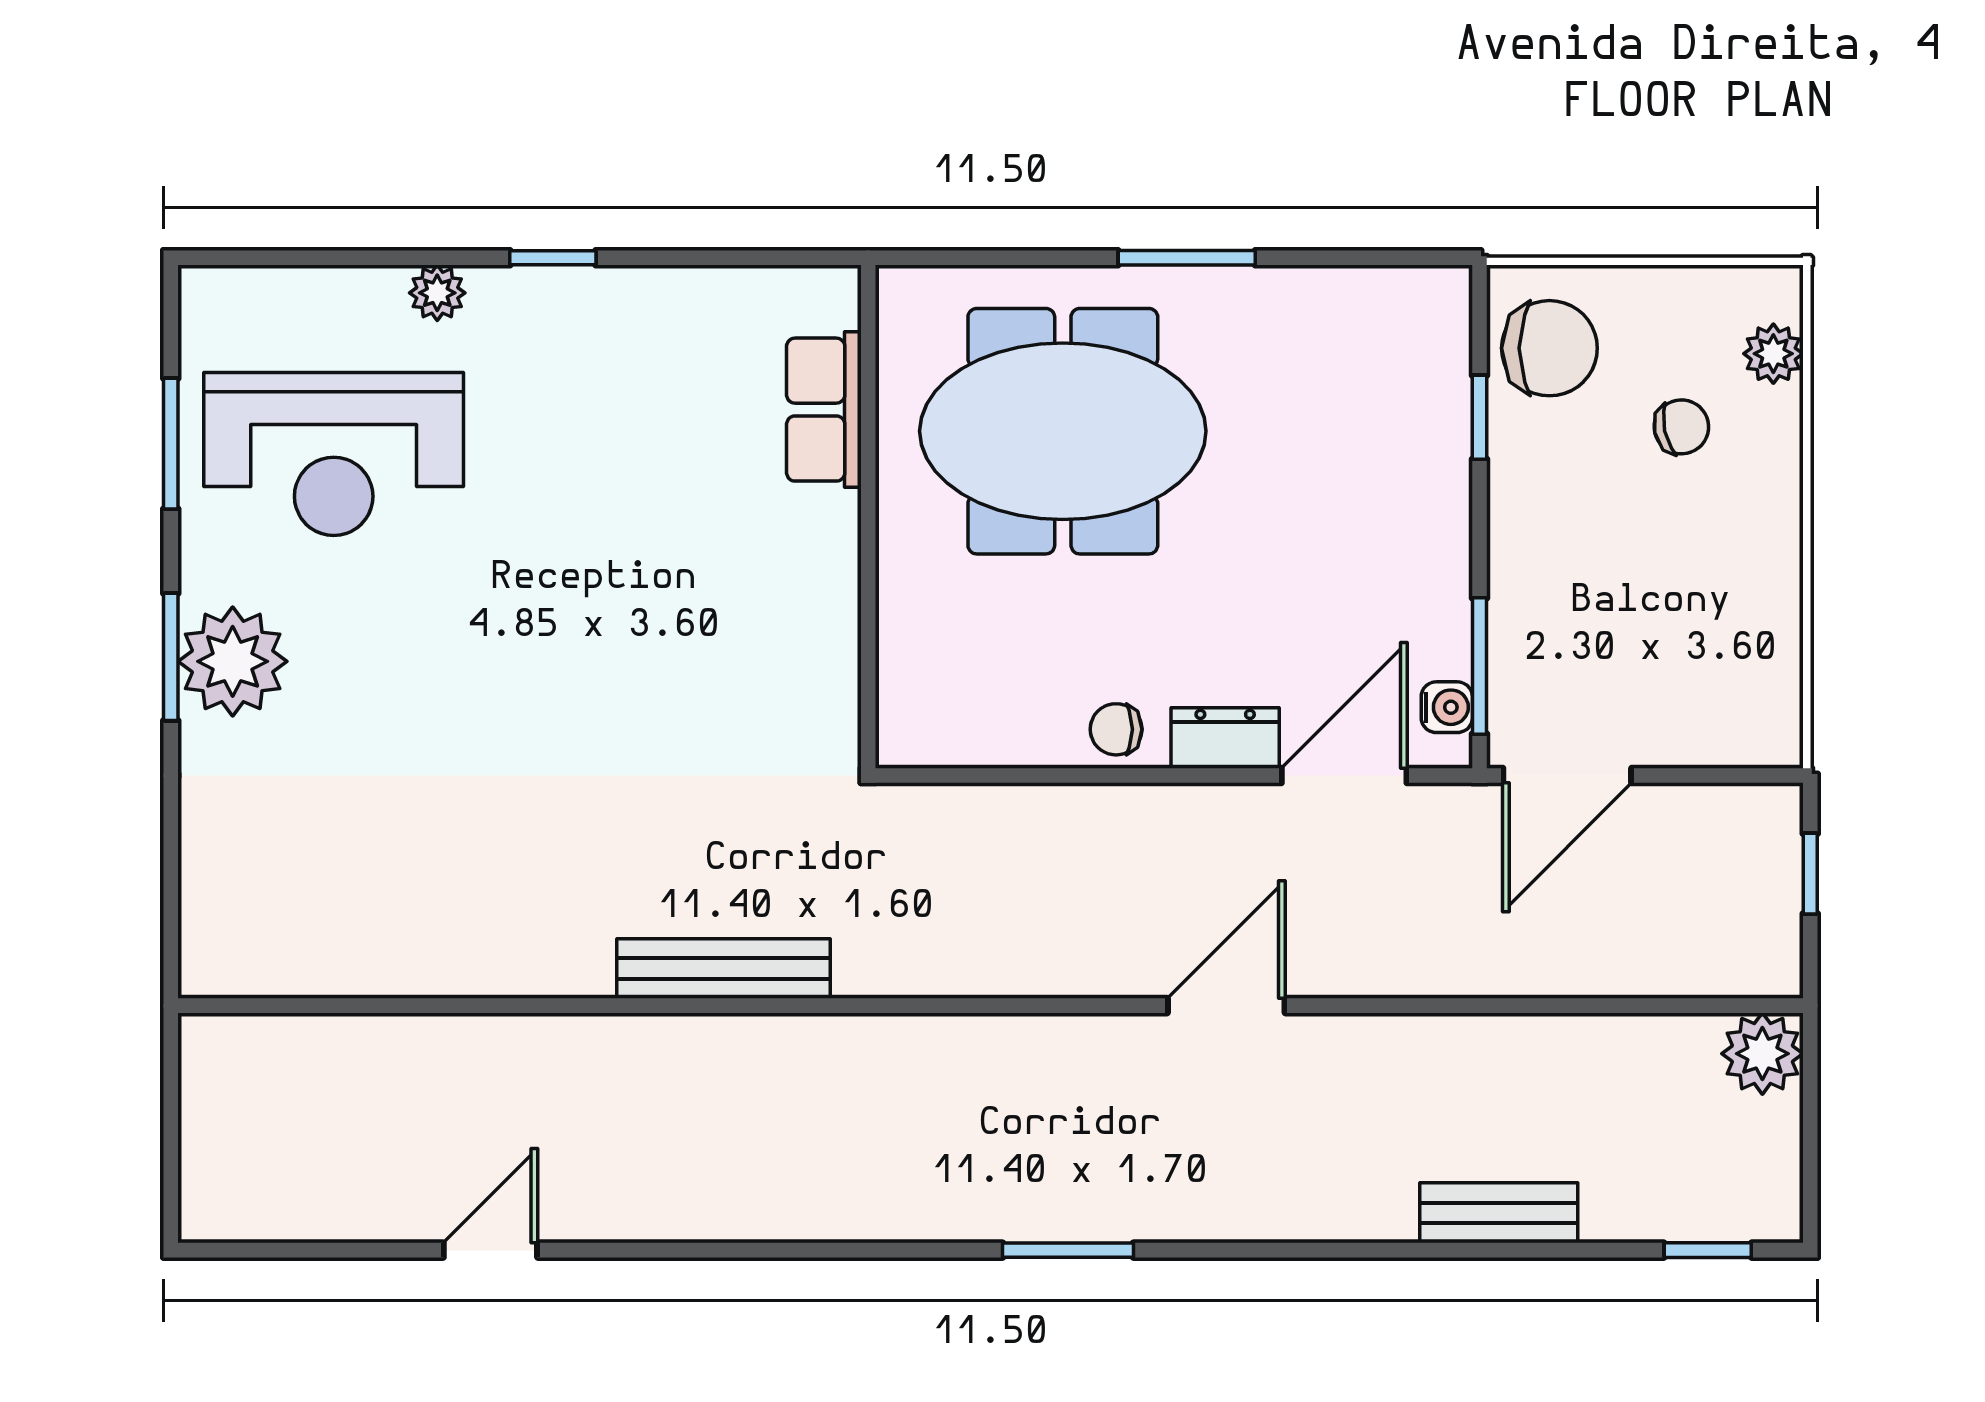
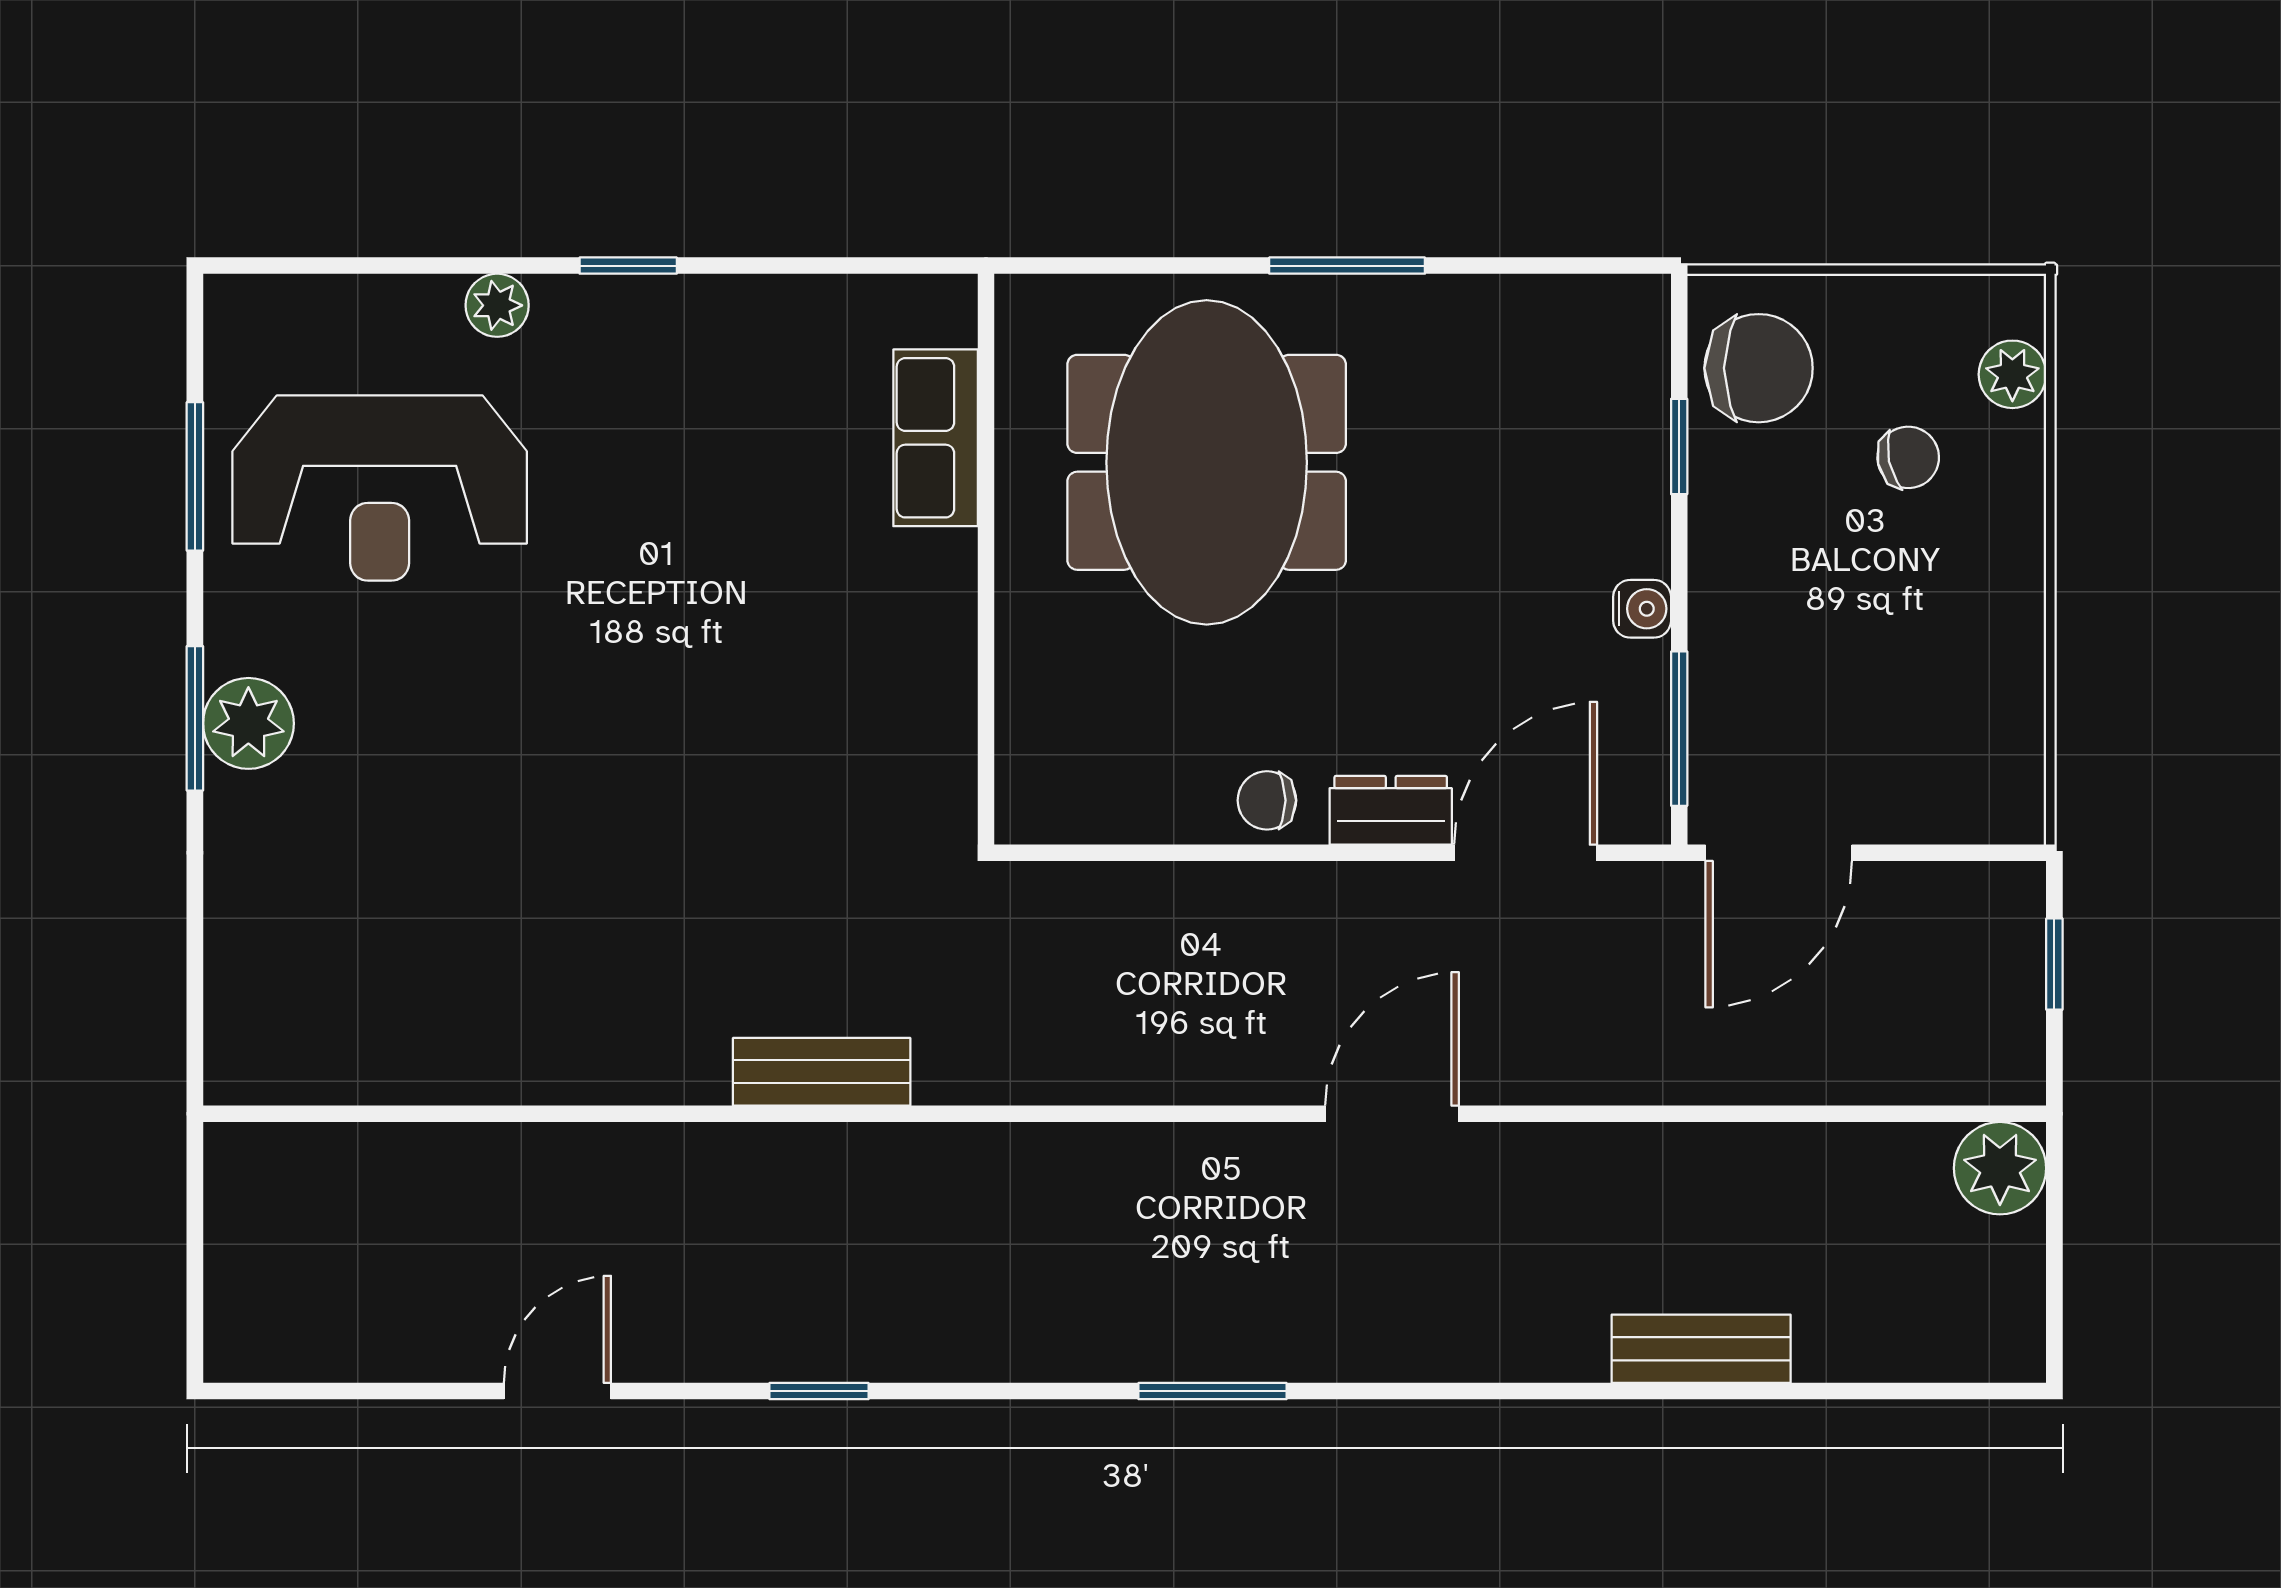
meeting table: (1063, 431) -> (1207, 462), turned 90
plant: (233, 661) -> (248, 723), width x0.73, depth x0.73
water cooler: (1447, 707) -> (1642, 609), moved
bench: (723, 969) -> (822, 1072), width x0.73
window: (1708, 1250) -> (819, 1391), moved

